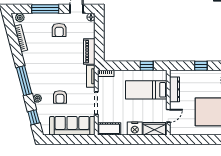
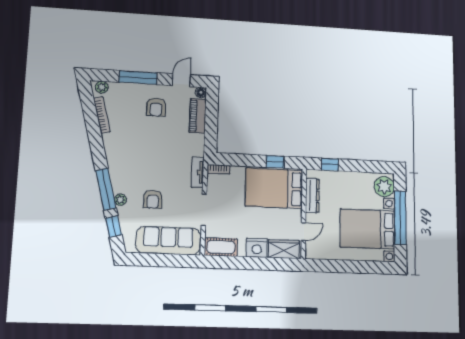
piano: (89, 51) -> (198, 116), moved
window: (201, 66) -> (330, 164), moved
window: (24, 81) -> (106, 189), moved
bed: (146, 90) -> (274, 188), width x1.50

